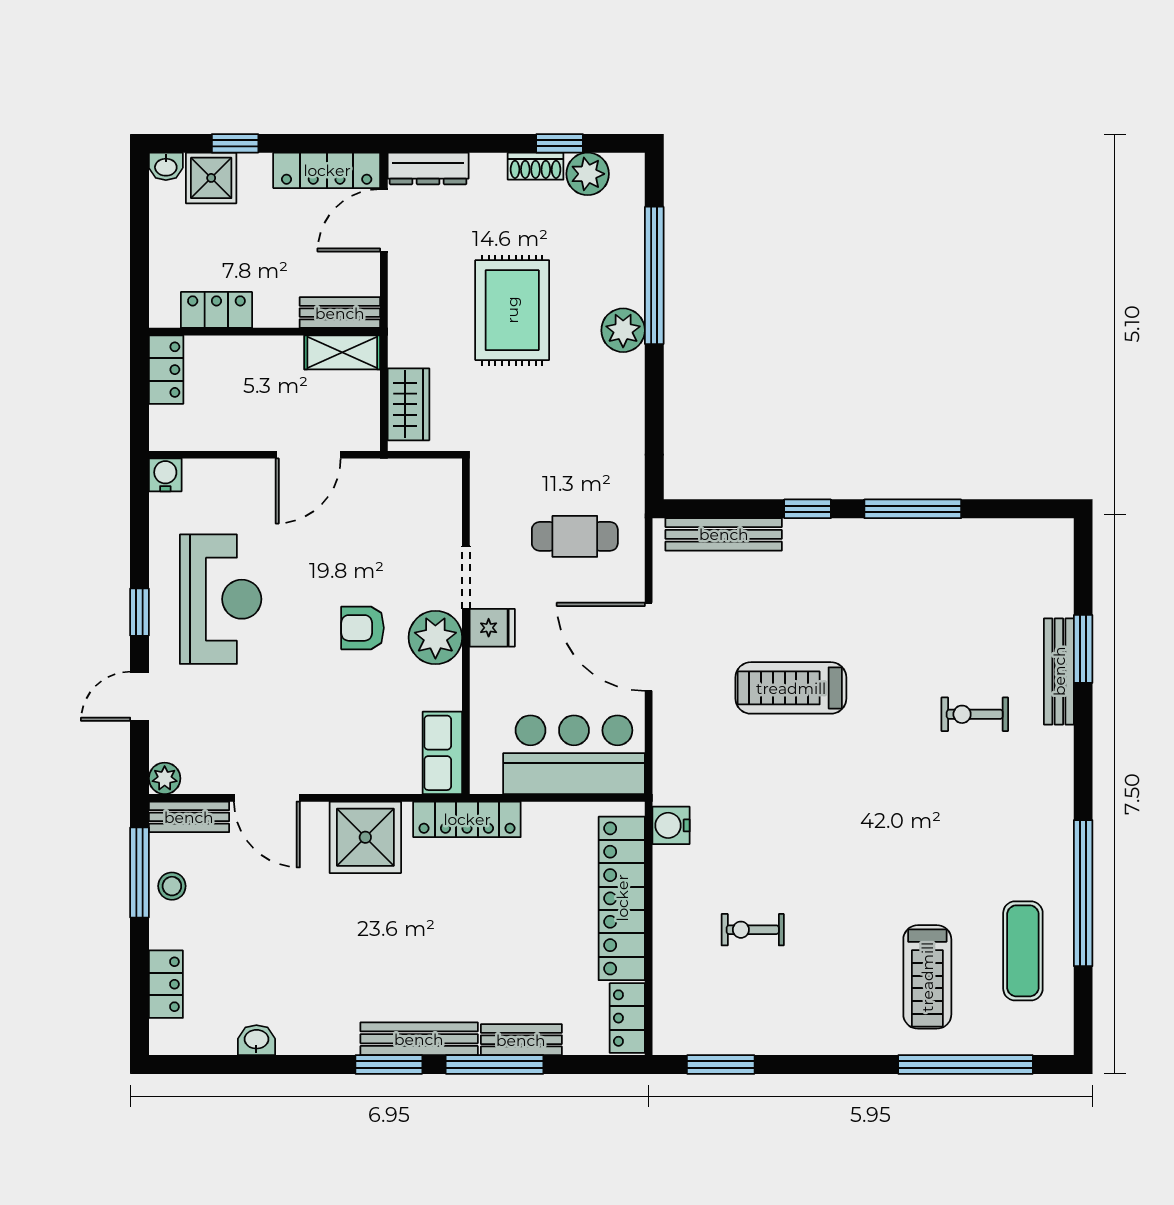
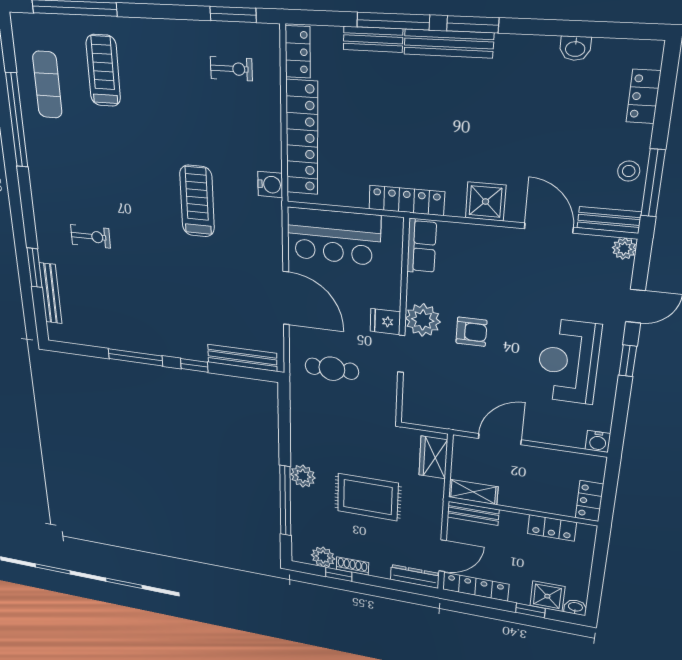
rug: (512, 310) -> (368, 497), turned 90
bench: (1059, 671) -> (51, 293), moved
treadmill: (791, 688) -> (197, 201), moved, turned -90
shower: (365, 837) -> (486, 202), width x0.73, depth x0.73
exercise bike: (753, 930) -> (231, 69), moved

